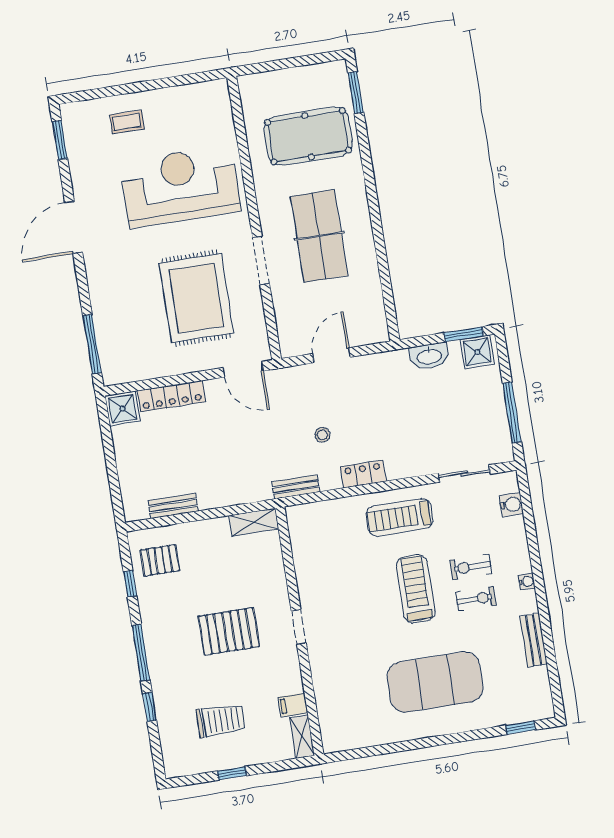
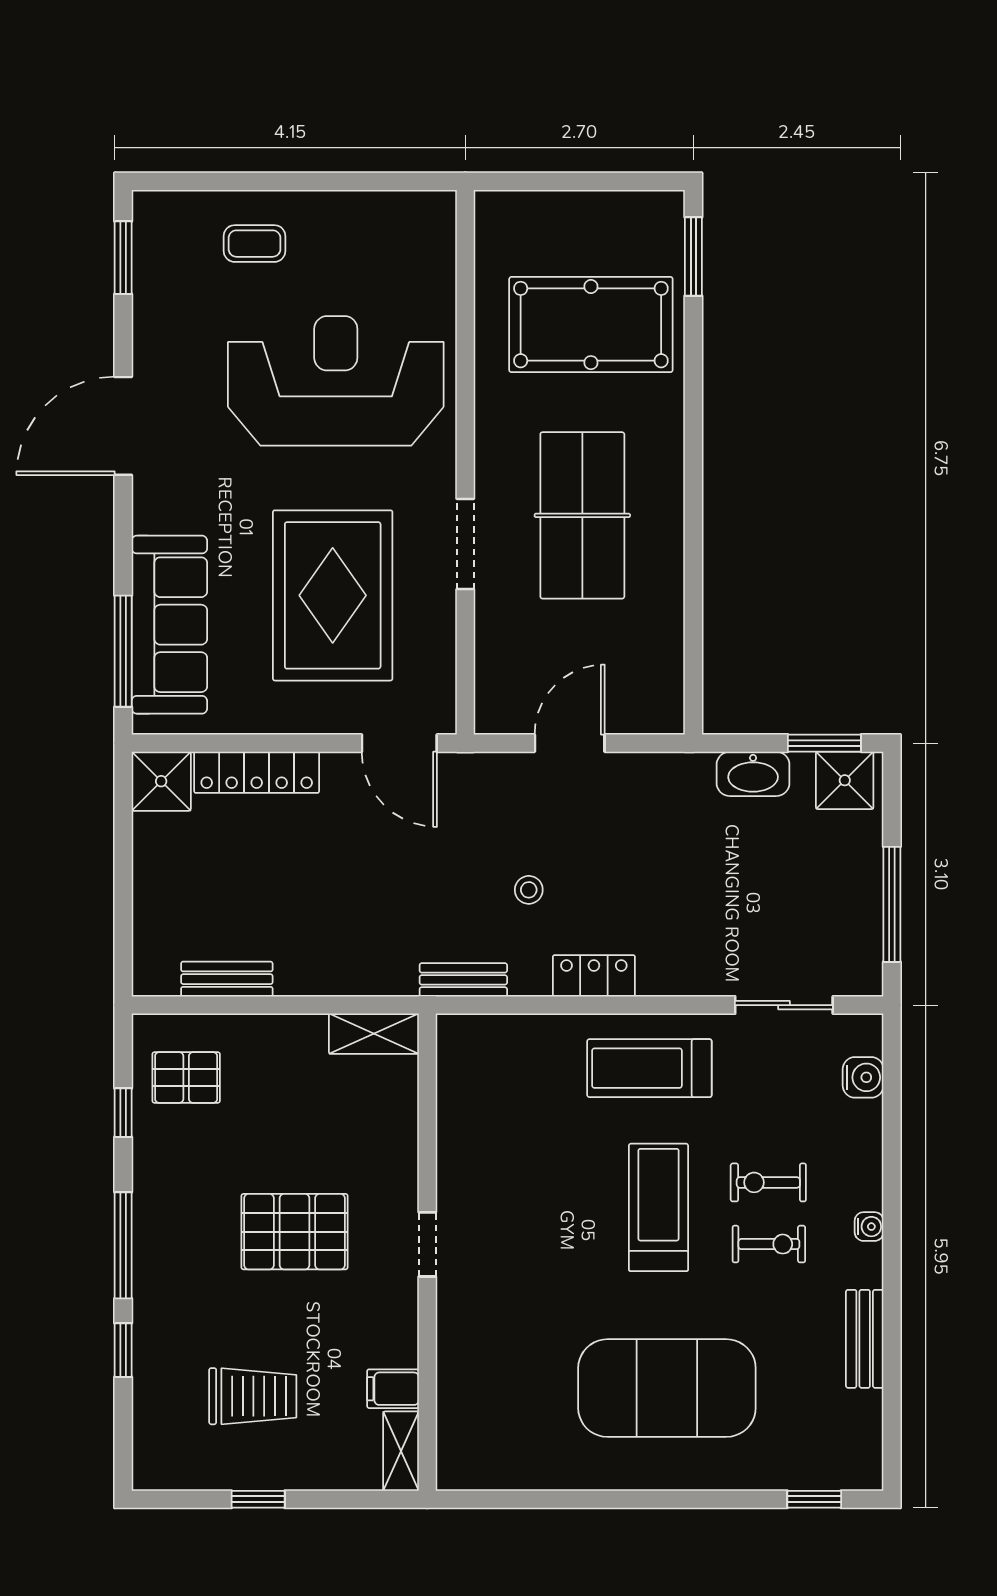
sofa: (114, 327) -> (169, 625), added

